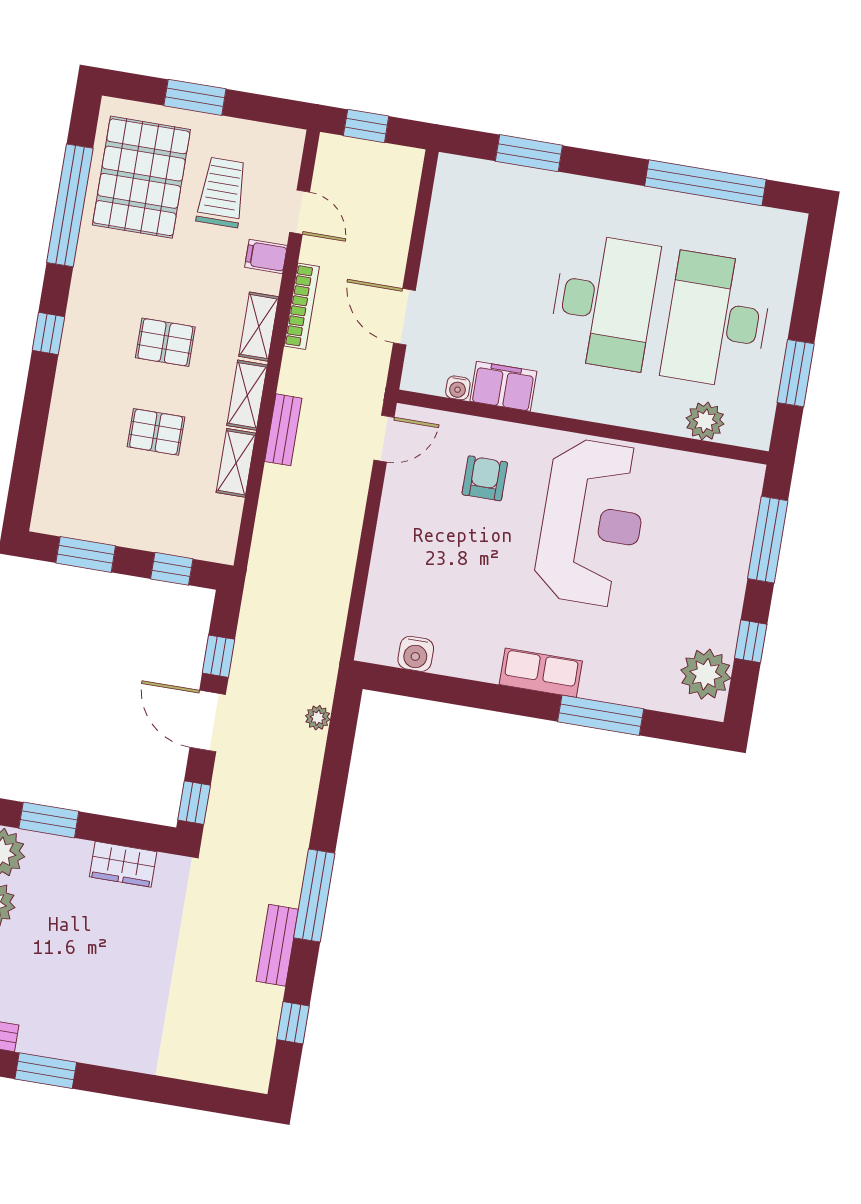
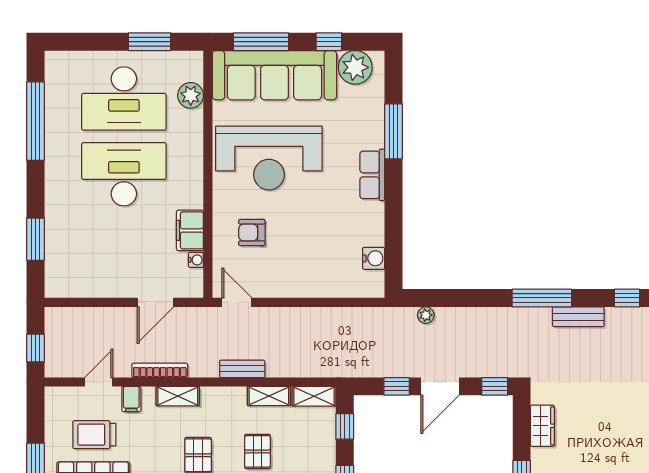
shelving: (247, 395) -> (314, 396), moved
reception desk: (592, 522) -> (269, 158), turned 180
sofa: (714, 551) -> (274, 75), added

